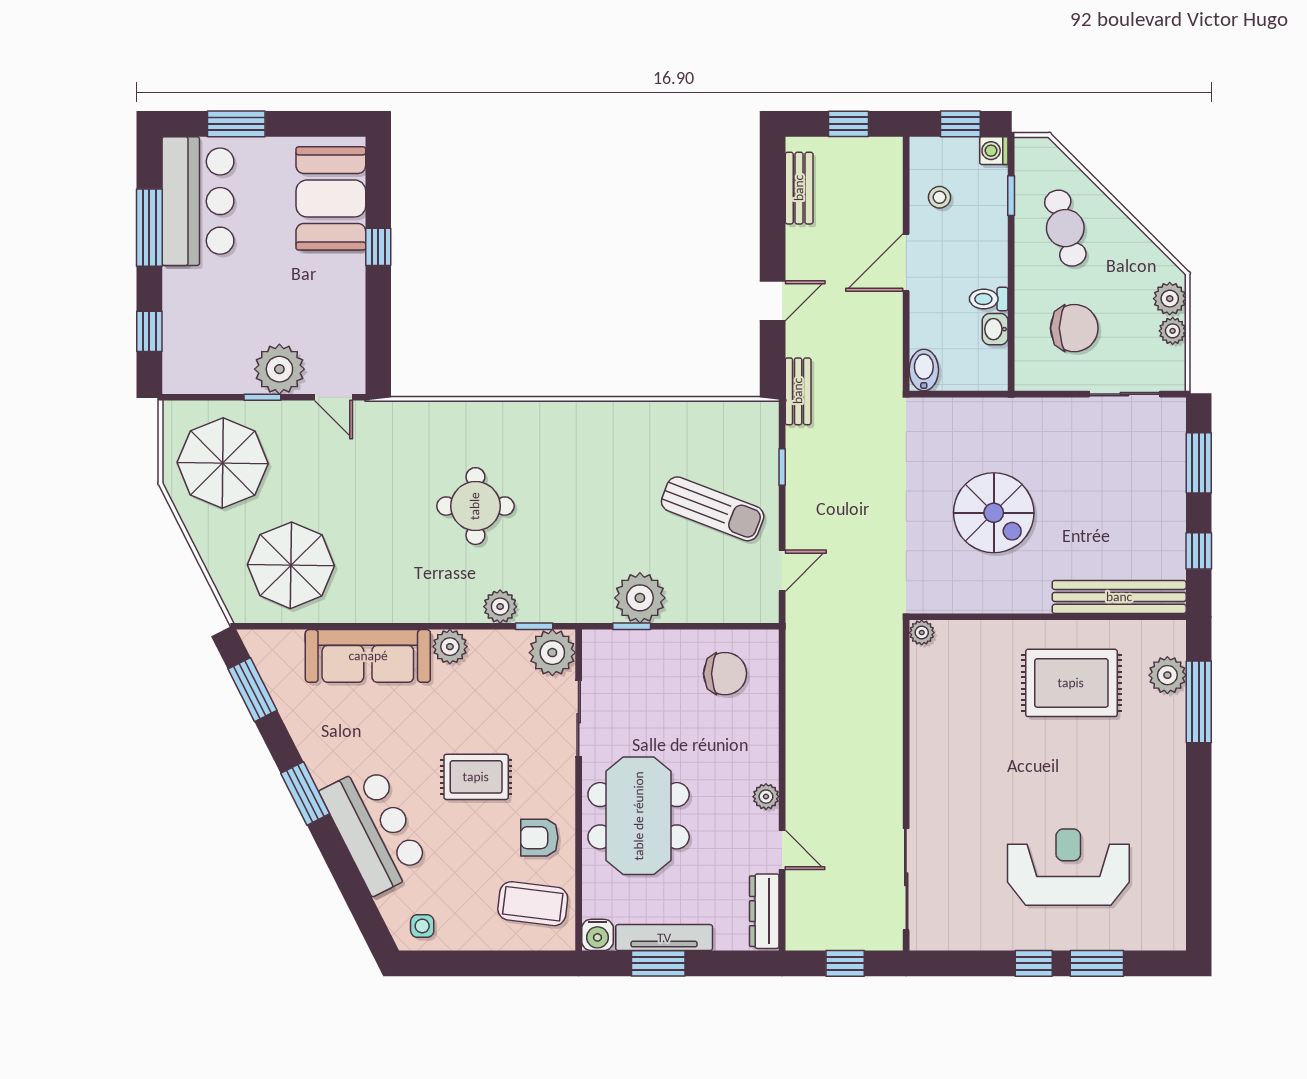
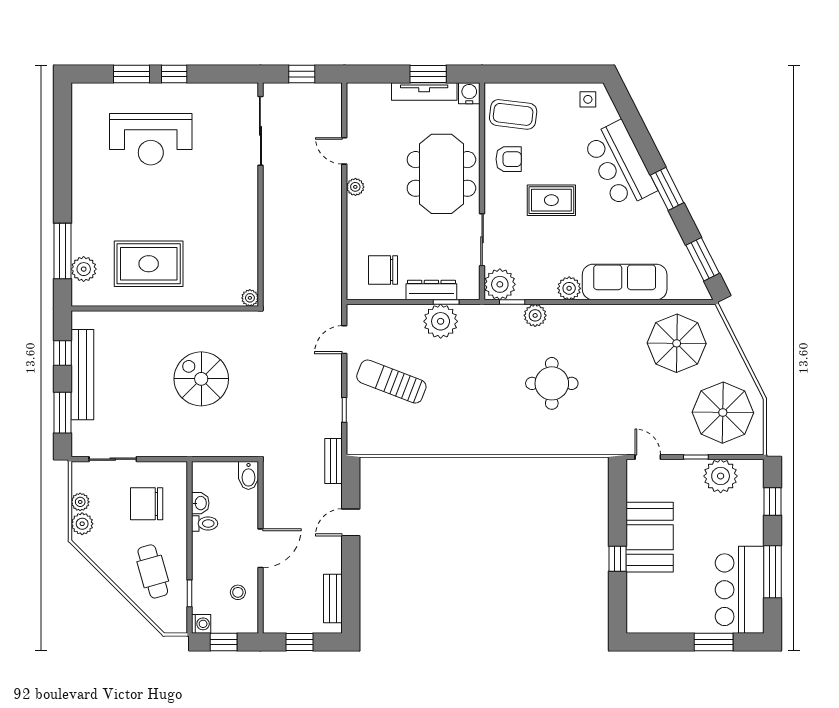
booth: (331, 198) -> (650, 537), moved
plant: (279, 369) -> (721, 476), moved
bench: (1119, 597) -> (82, 375), moved, turned 90
dresser: (764, 911) -> (431, 290), moved, turned -90

